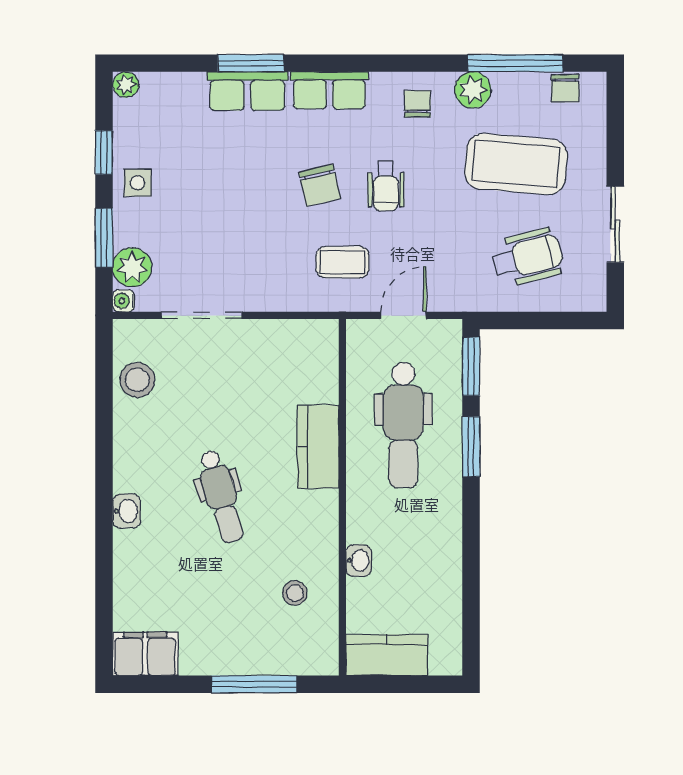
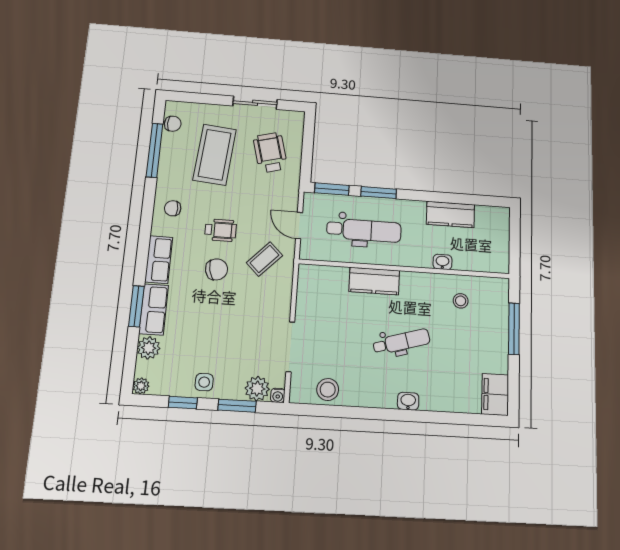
plant: (473, 90) -> (149, 348), moved
coffee table: (342, 262) -> (264, 259), turned 44
kitchen counter: (387, 655) -> (450, 214), moved, turned -90

